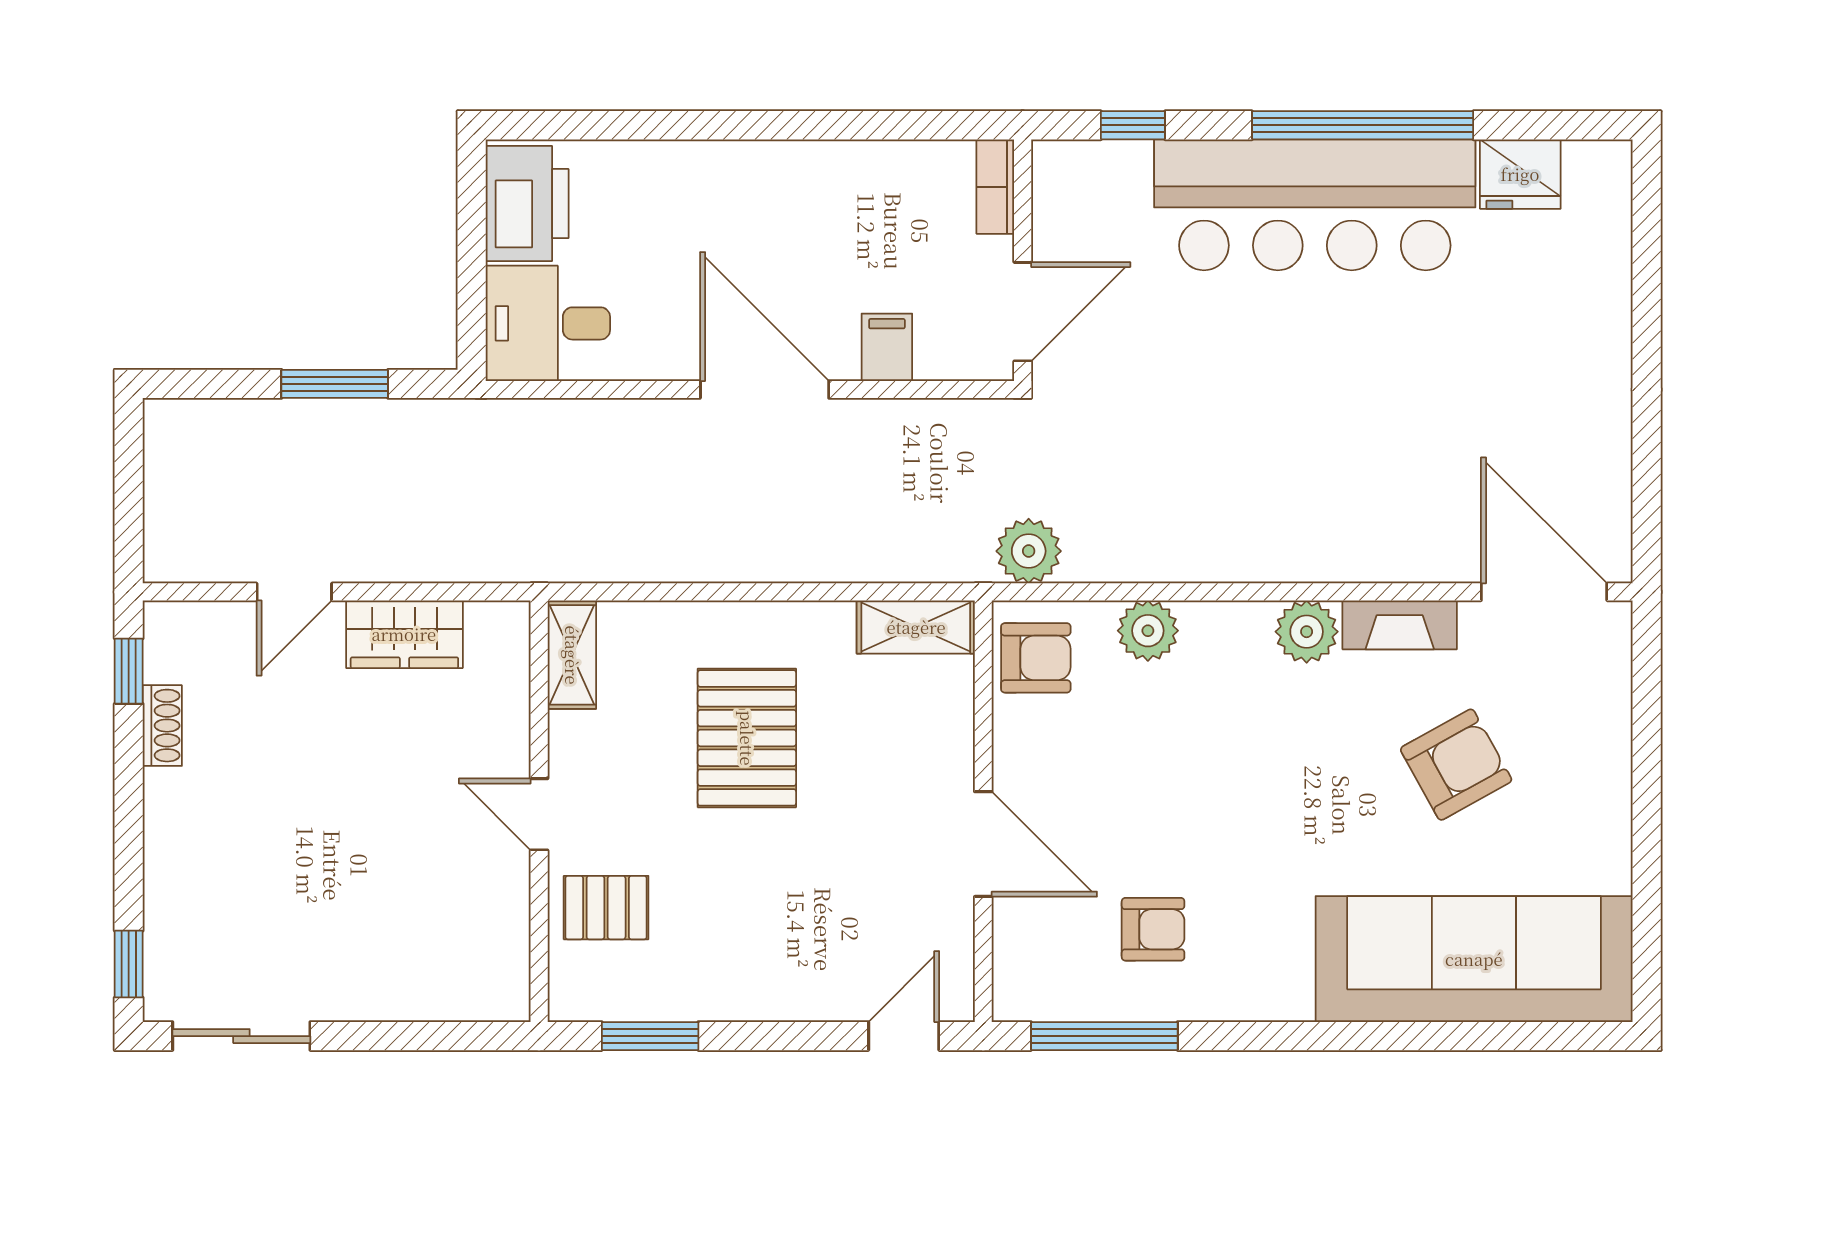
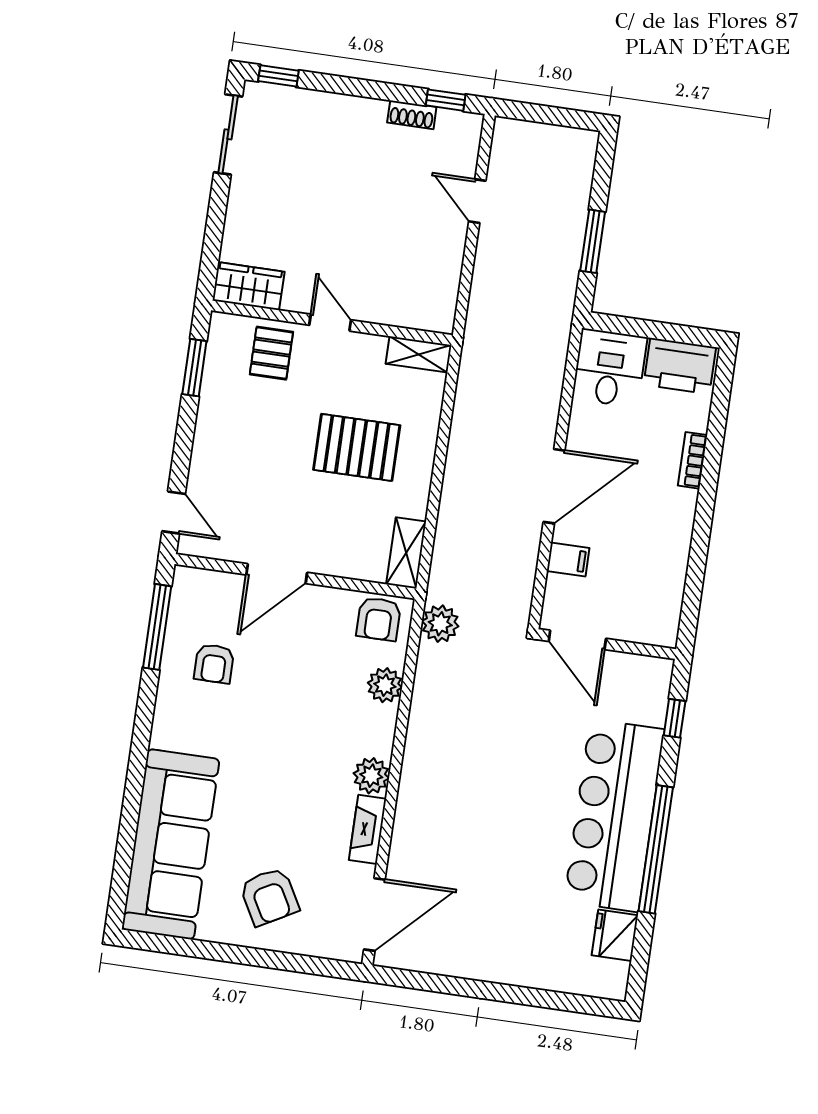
bookcase: (995, 187) -> (693, 460), moved, turned -90
wardrobe: (404, 634) -> (248, 286), moved, turned 90
armchair: (1456, 765) -> (269, 897), moved
door: (539, 814) -> (330, 323), hinge flipped

